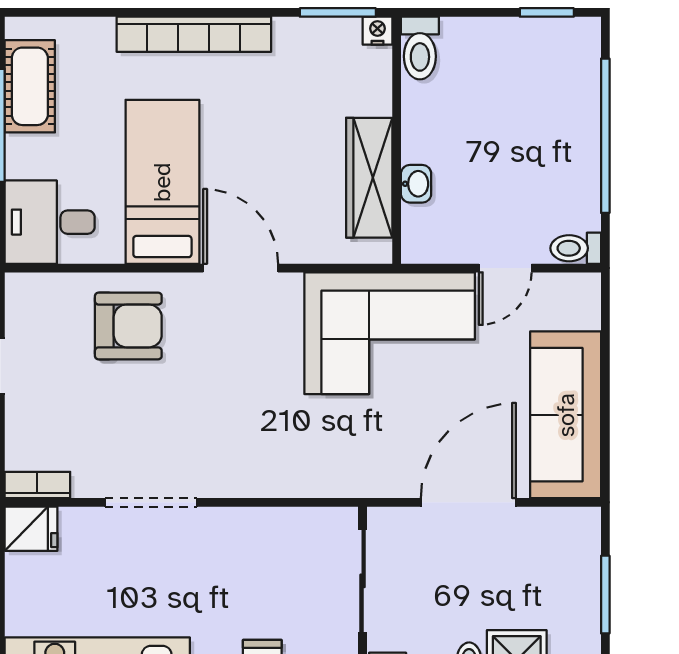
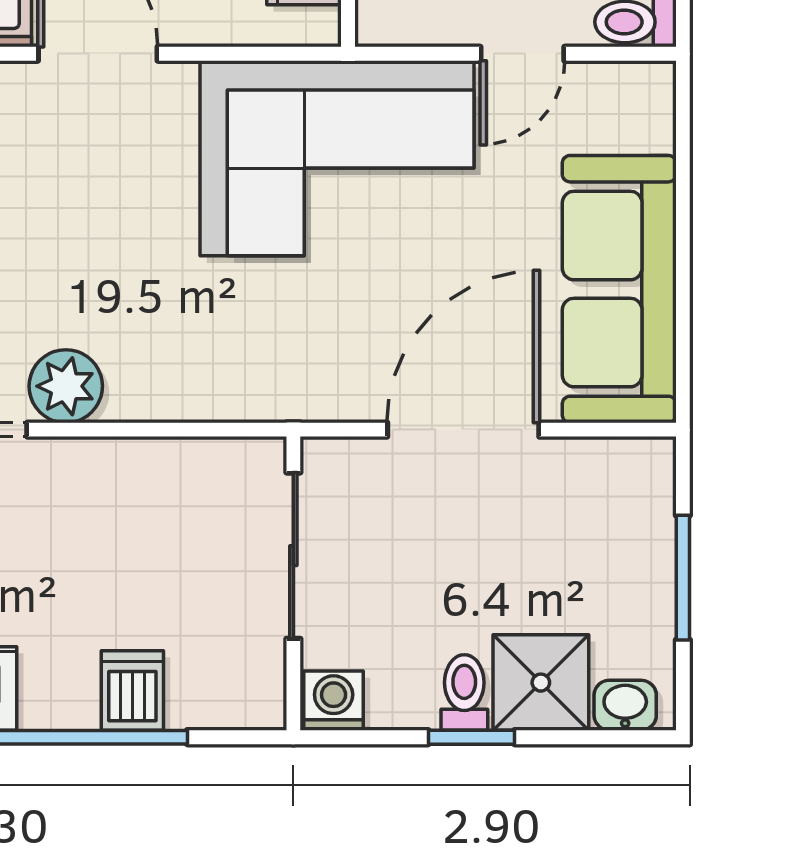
plant: (221, 475) -> (66, 386), added

